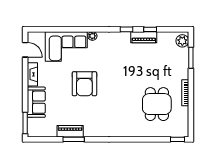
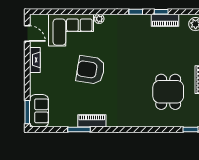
piano: (144, 37) -> (165, 20), moved
armchair: (84, 84) -> (91, 70), turned 99
sofa: (36, 102) -> (39, 111), moved
piano: (70, 131) -> (92, 121), moved

